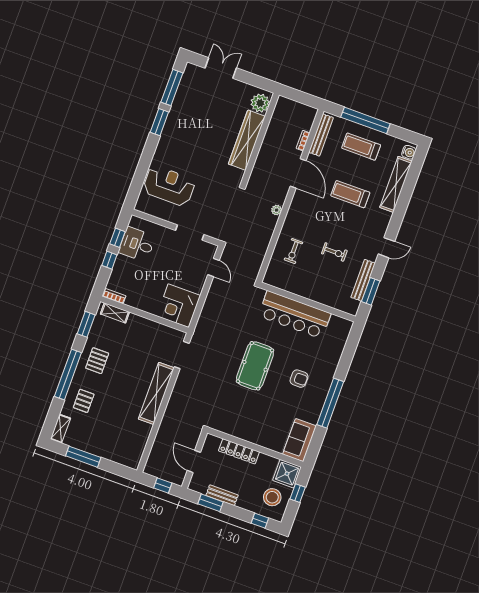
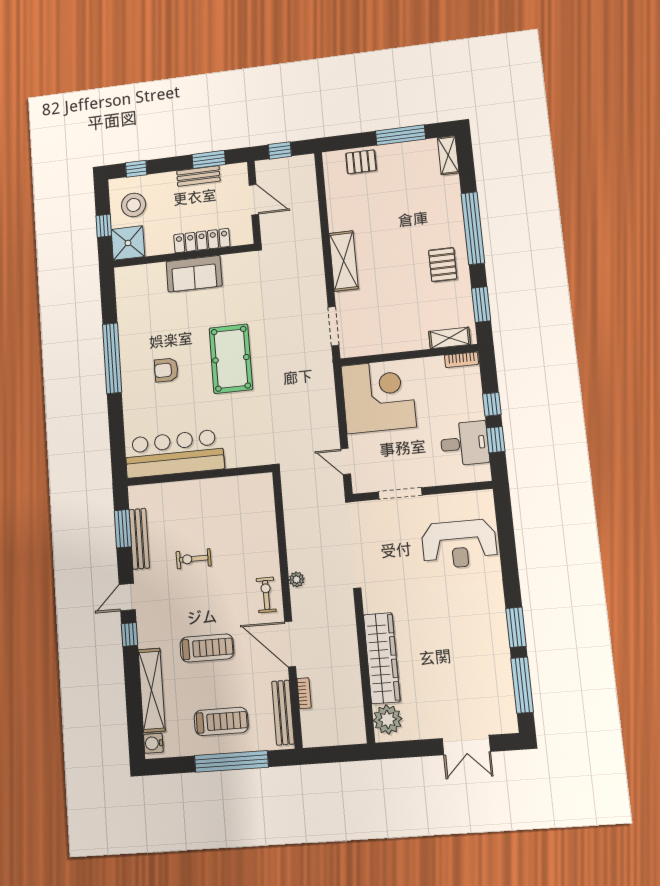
window: (395, 224) -> (130, 634), added
exercise bike: (293, 251) -> (266, 595), moved
corner desk: (179, 306) -> (379, 396), width x1.36, depth x1.36
bar counter: (295, 315) -> (174, 454), moved
shelving: (156, 393) -> (344, 261), width x0.68
pallet: (84, 401) -> (361, 162), moved, turned 90
sofa: (299, 440) -> (194, 274), moved, turned 90

